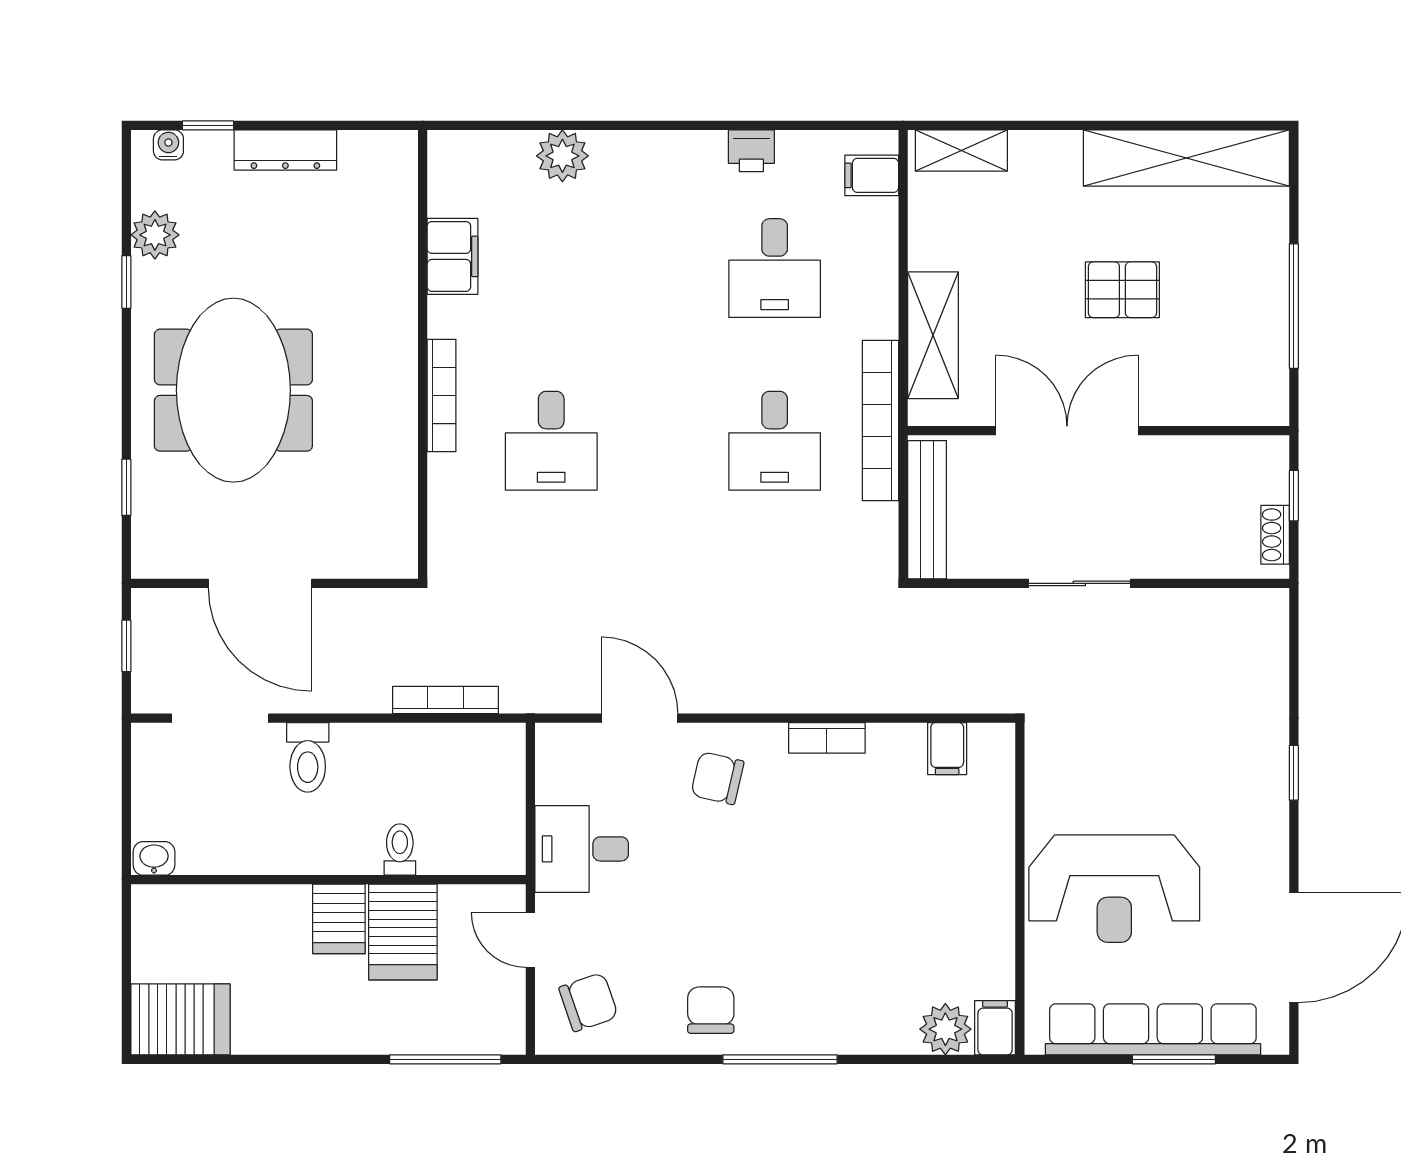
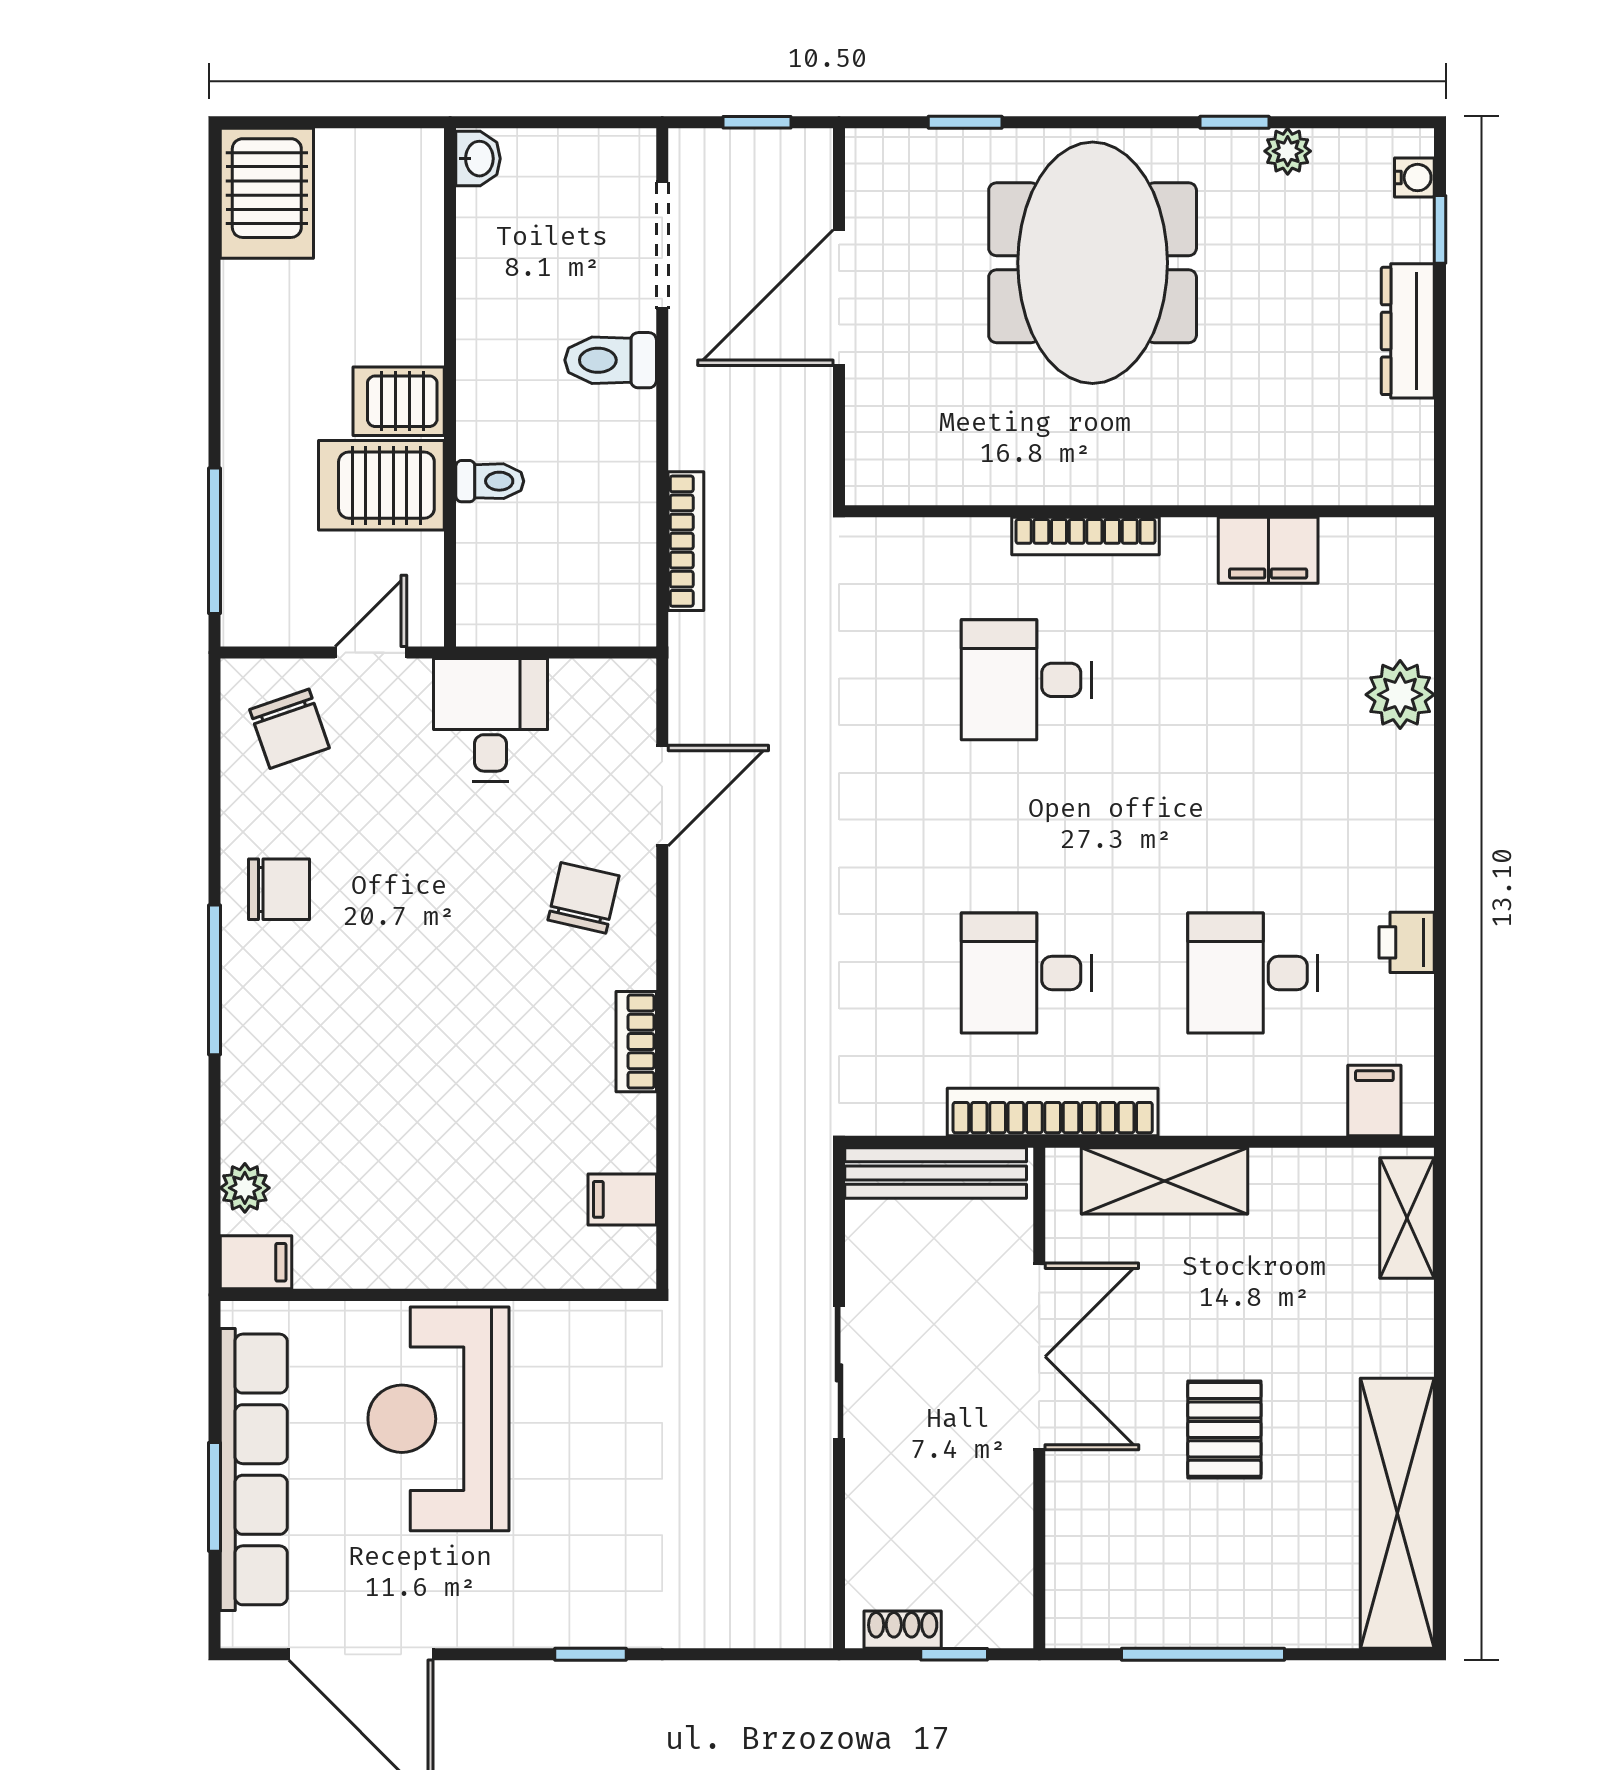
plant: (155, 235) -> (1288, 151), width x0.73, depth x0.73
meeting table: (233, 390) -> (1093, 263), turned 90
plant: (945, 1029) -> (245, 1188), width x0.73, depth x0.73

